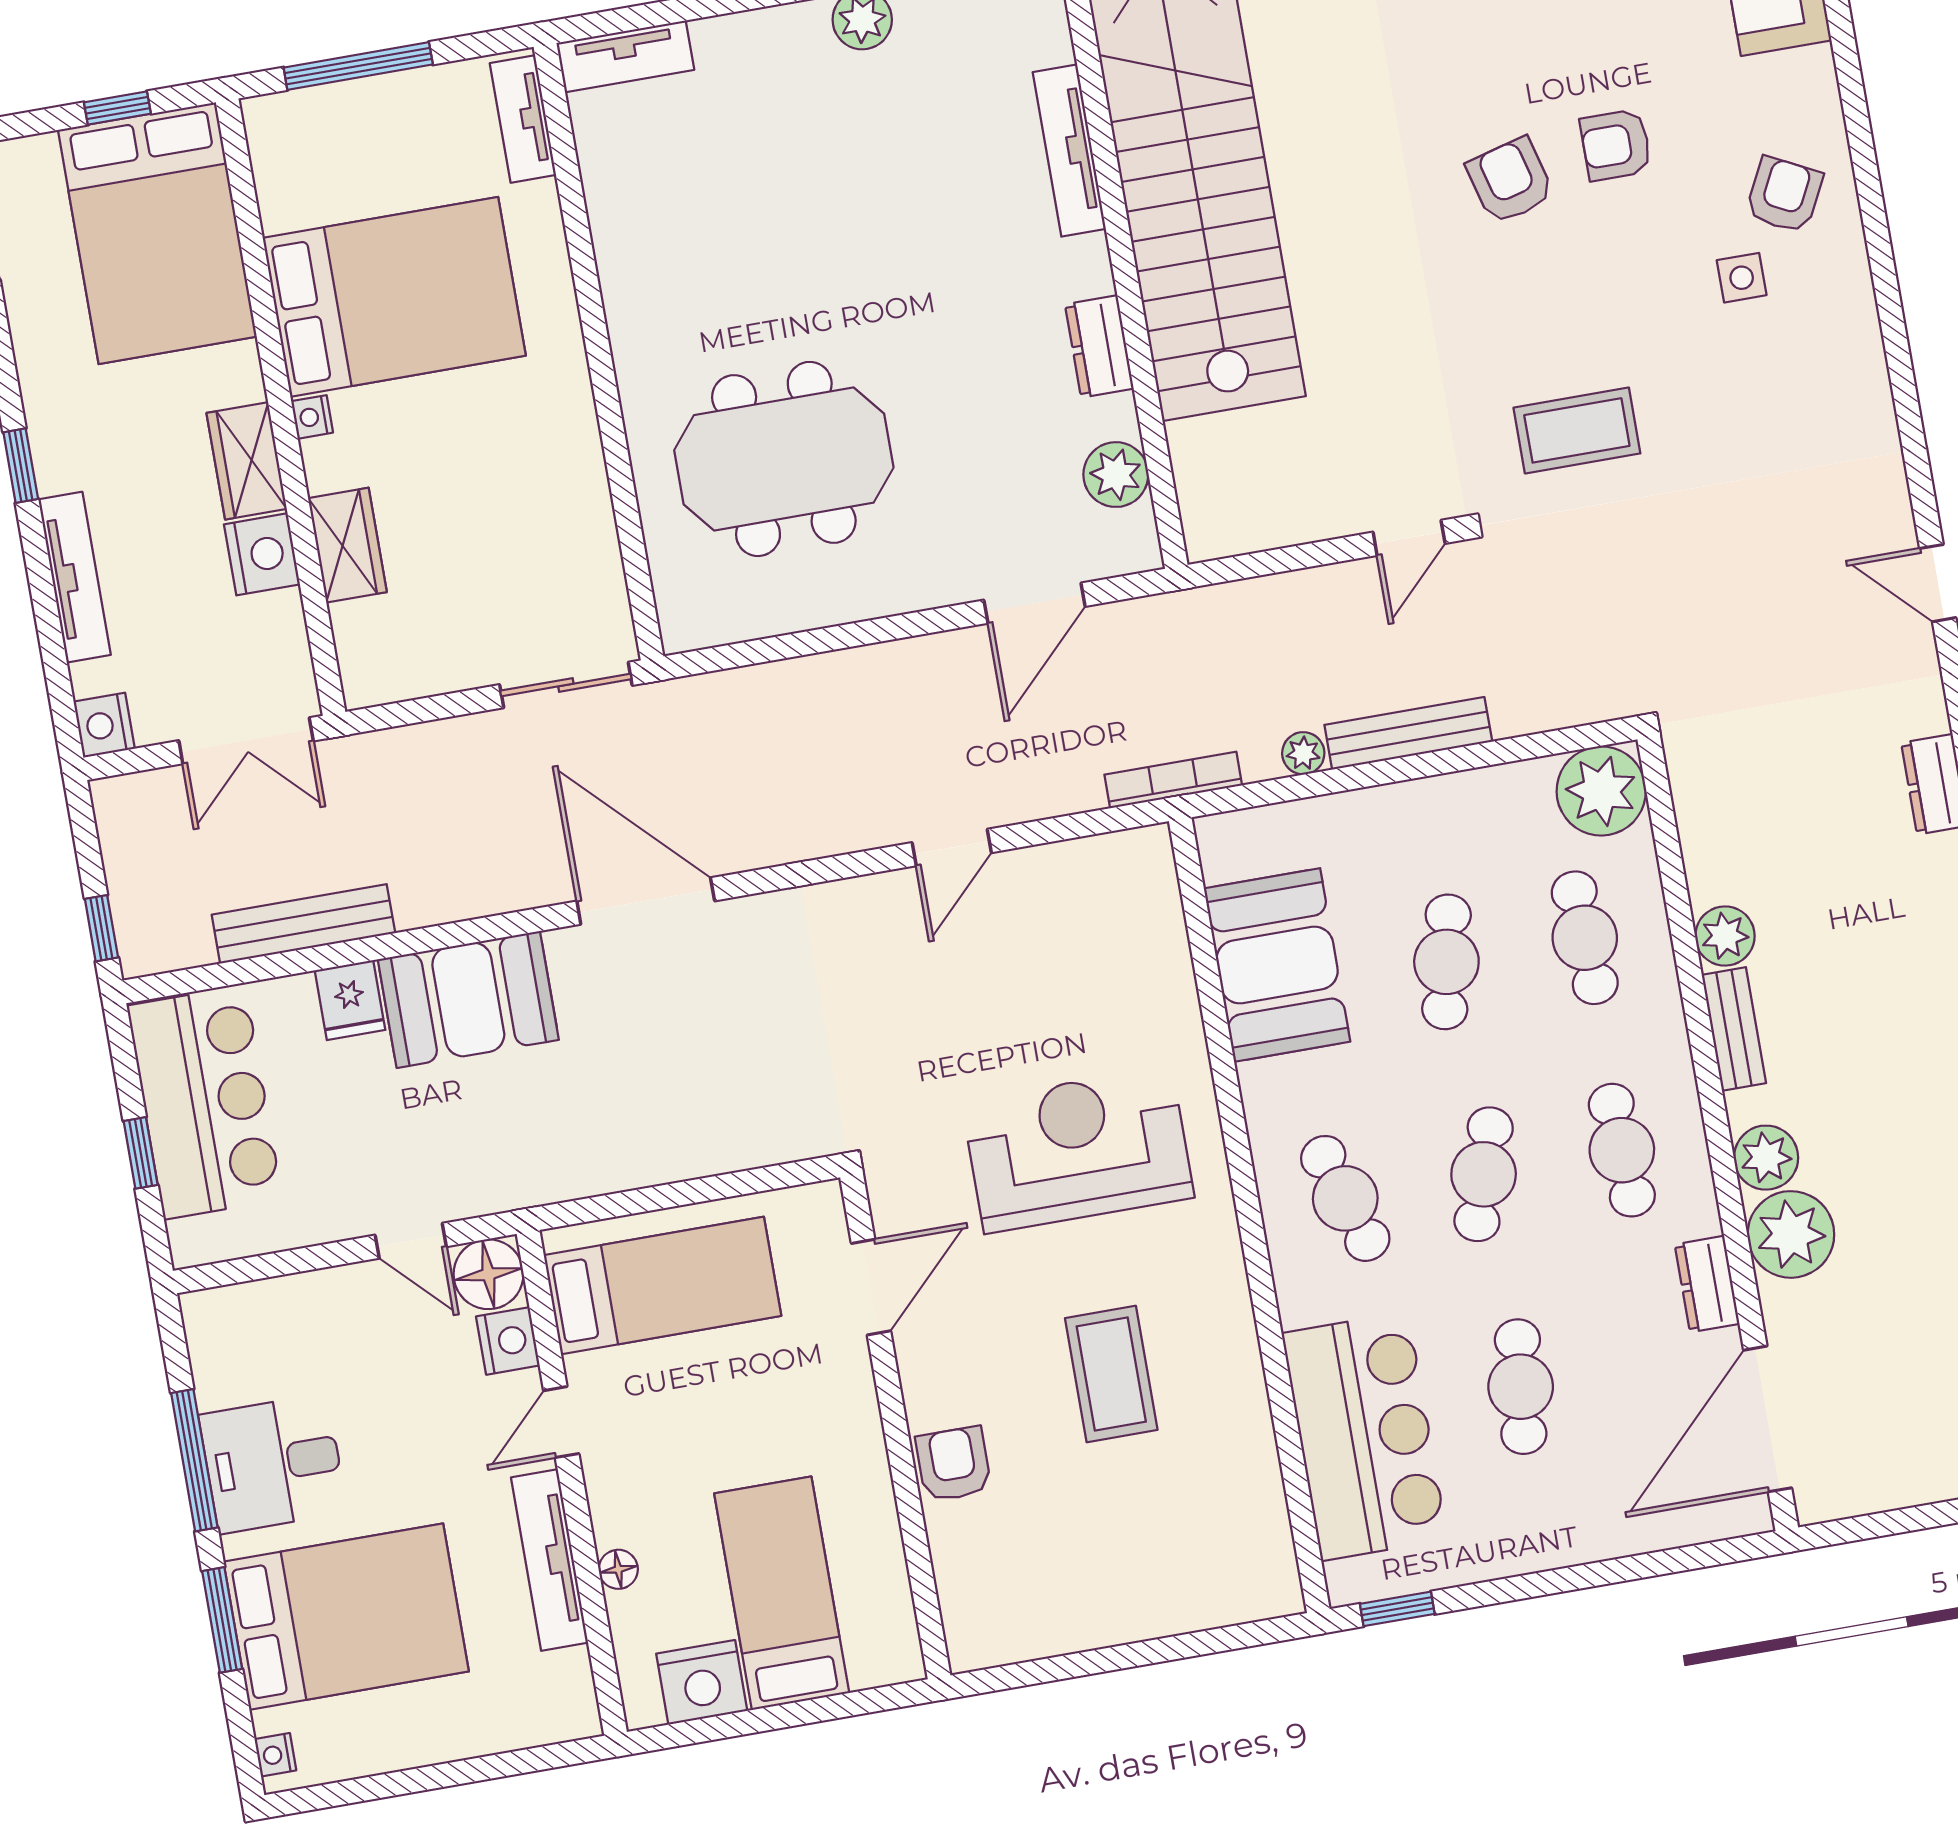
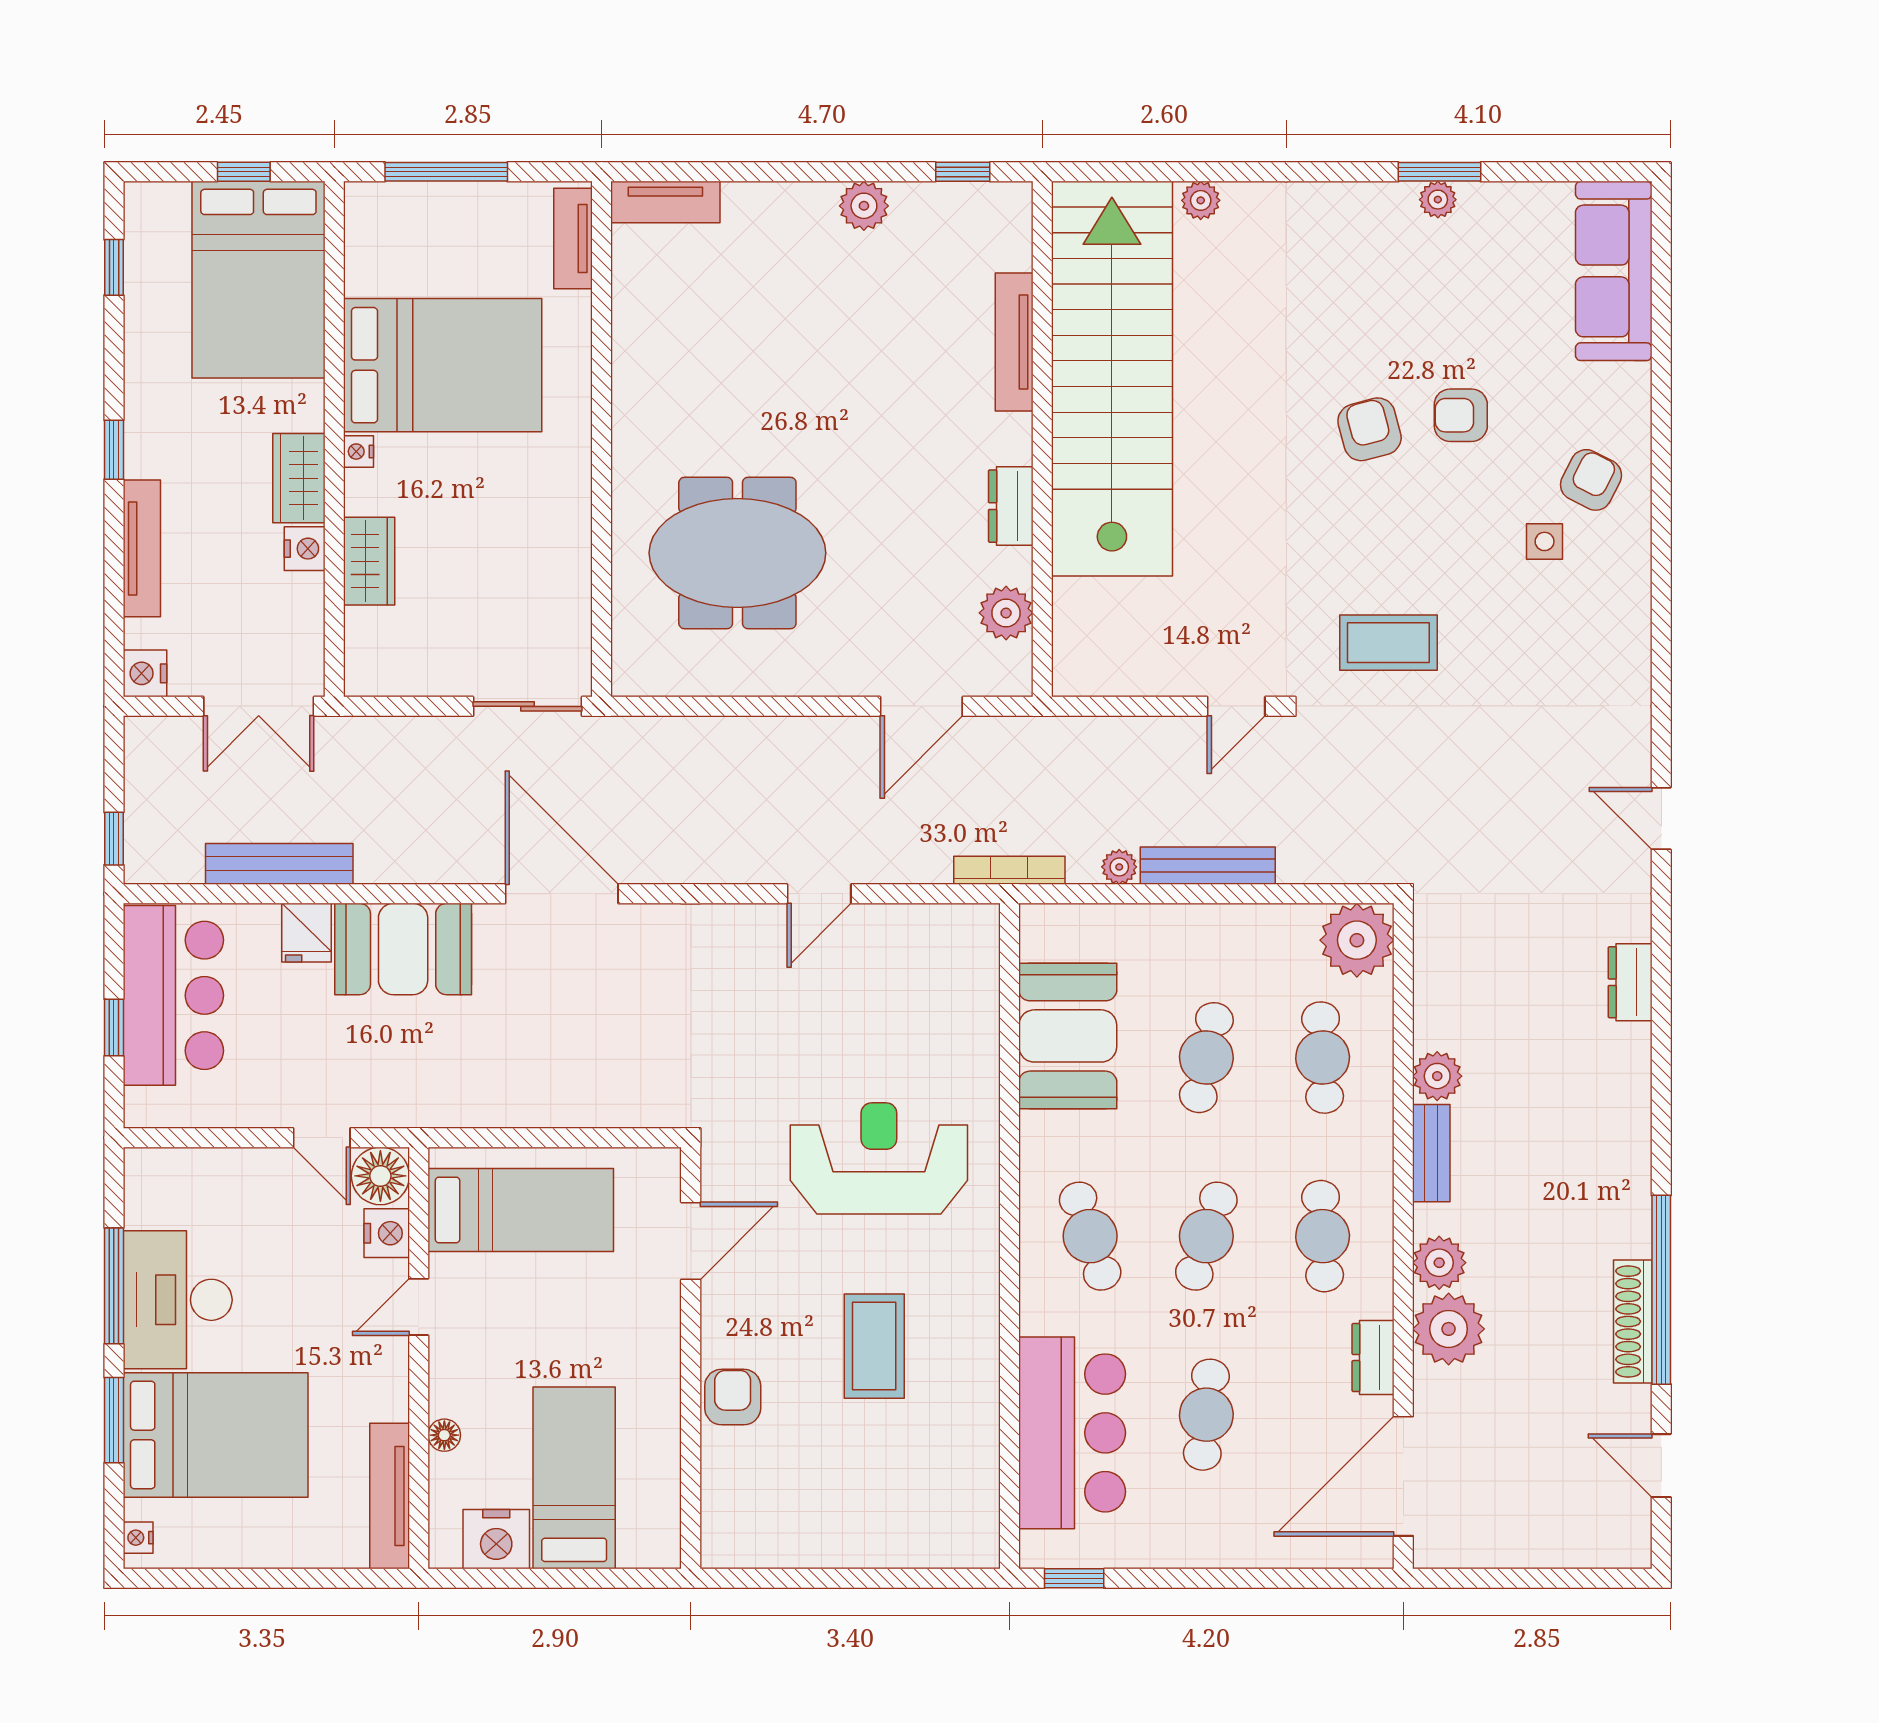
nightstand: (262, 554) -> (305, 549), width x0.74, depth x0.75
desk: (273, 1464) -> (178, 1300), width x1.37
tv unit: (550, 1560) -> (390, 1496), moved

